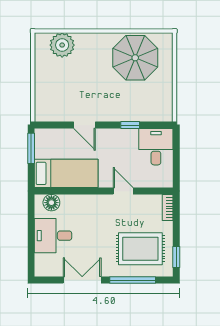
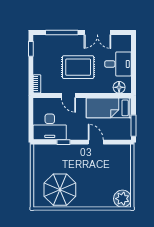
plant: (62, 45) -> (122, 199), moved
desk: (156, 147) -> (50, 127), width x1.37
rug: (140, 249) -> (78, 67), moved

